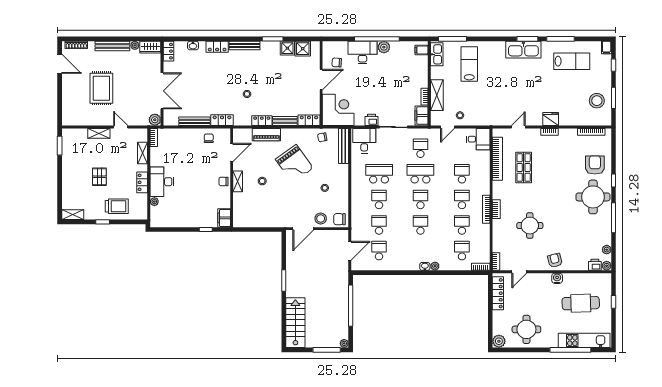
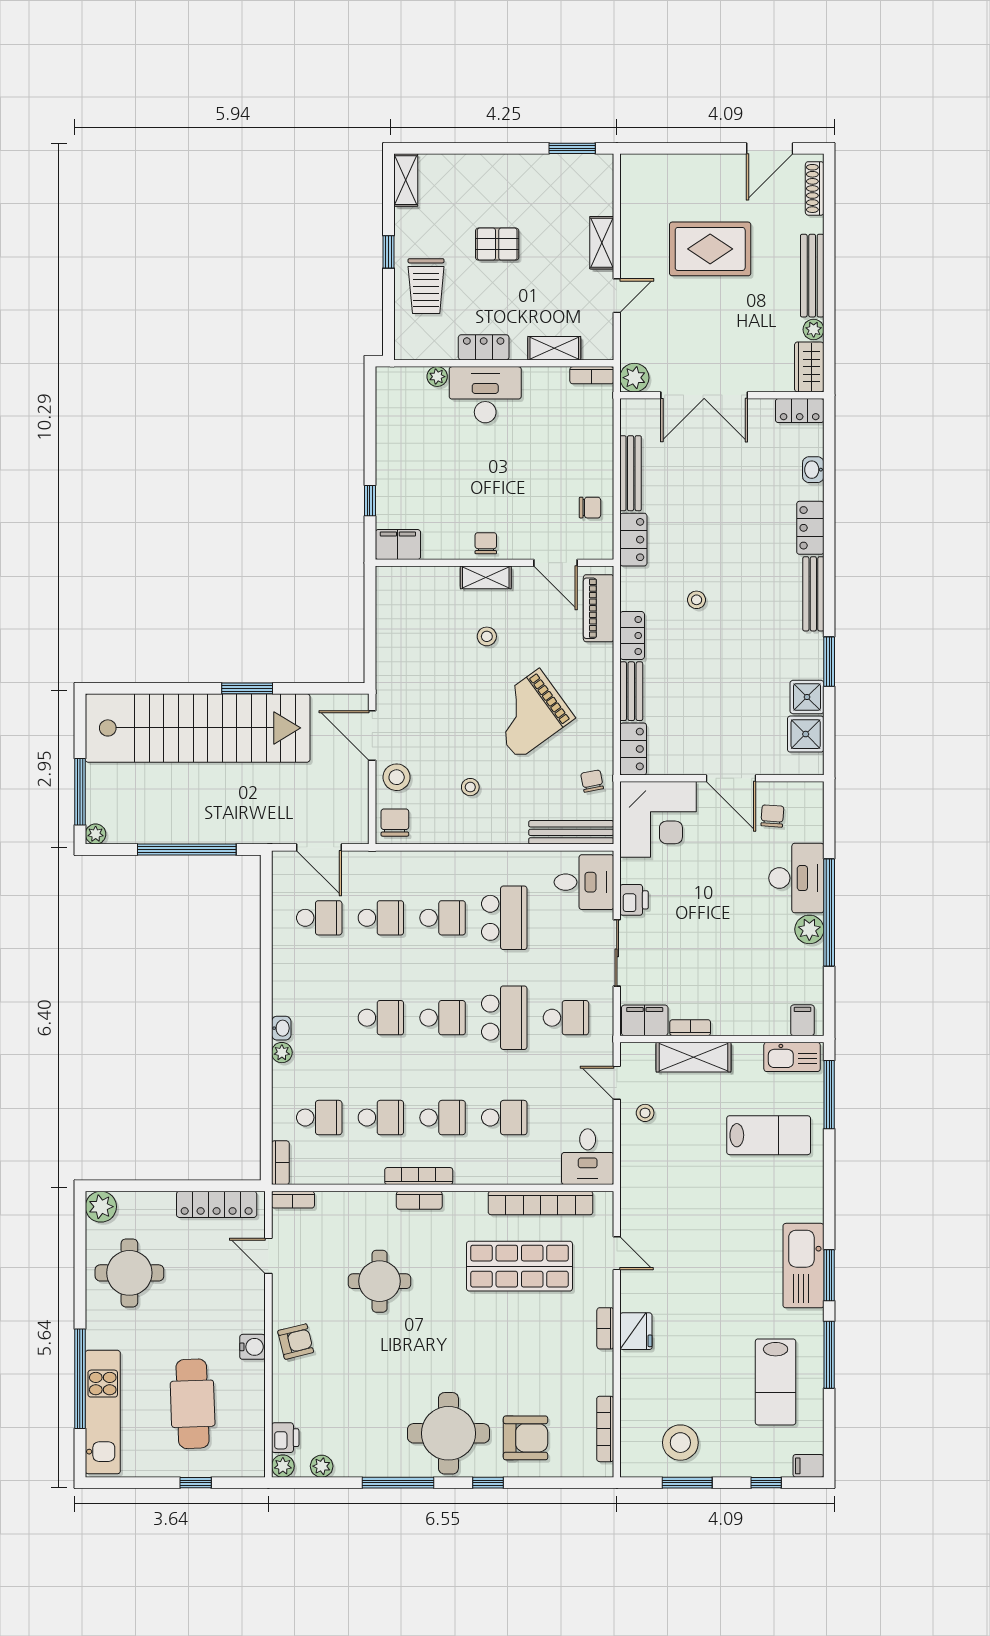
piano: (266, 135) -> (599, 608), moved
shop shelf: (524, 167) -> (519, 1266), width x1.43, depth x1.36
stairs: (295, 323) -> (198, 728), width x1.86, depth x1.51

